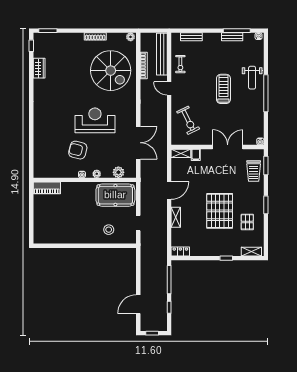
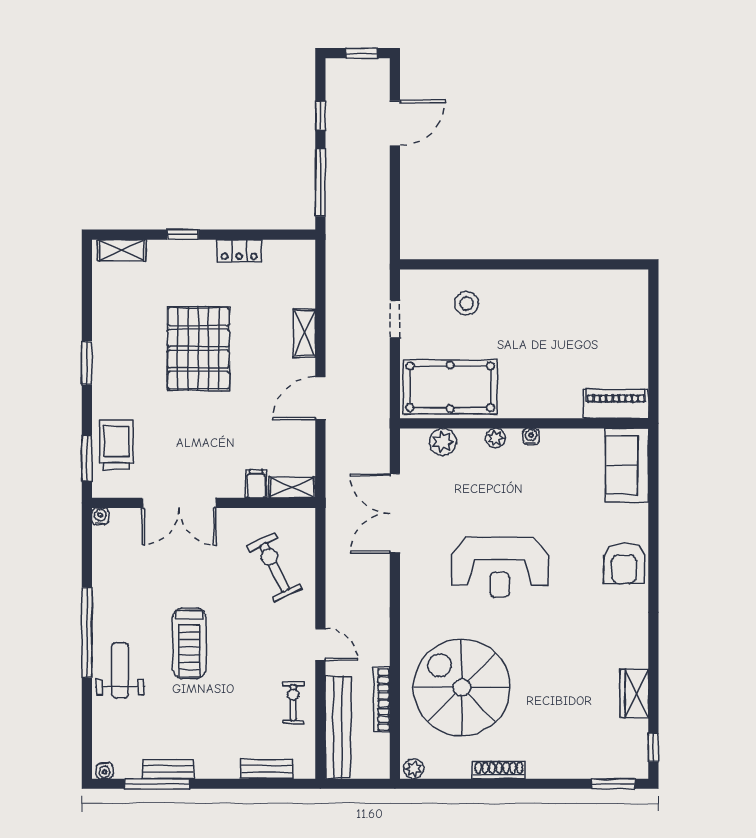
armchair: (78, 150) -> (624, 563), moved, turned 76
sofa: (42, 163) -> (627, 465), added
pallet: (247, 222) -> (132, 322), removed
locker: (180, 251) -> (239, 251), moved

